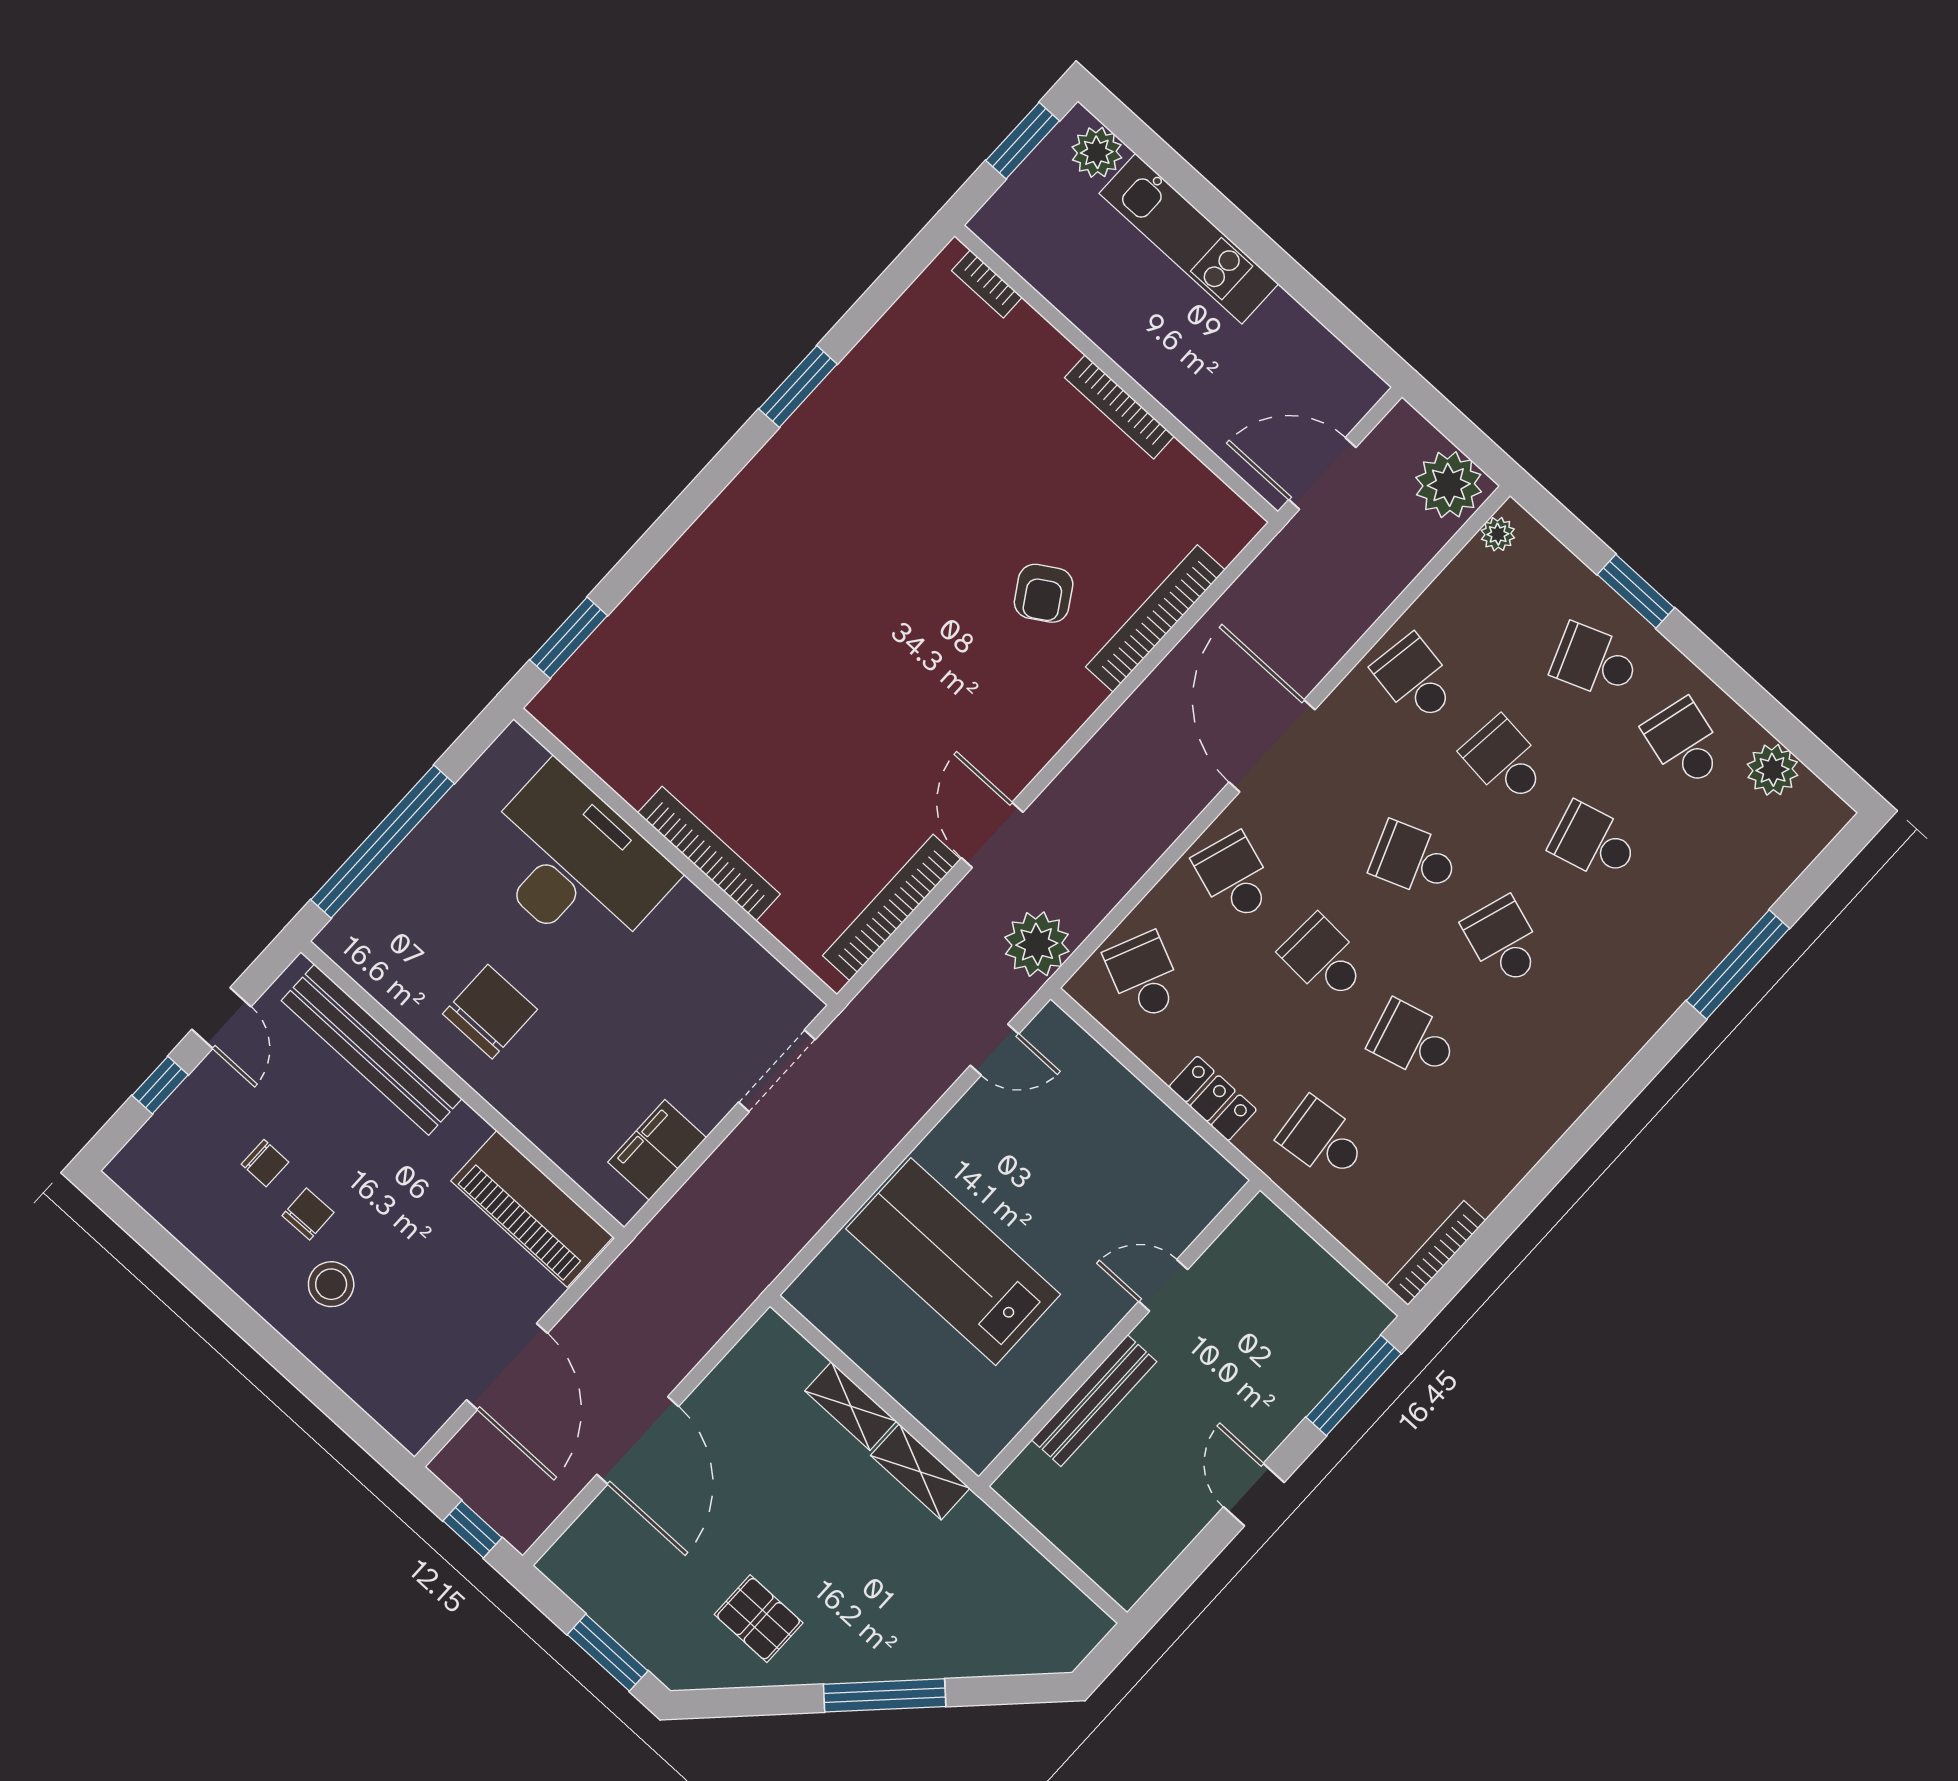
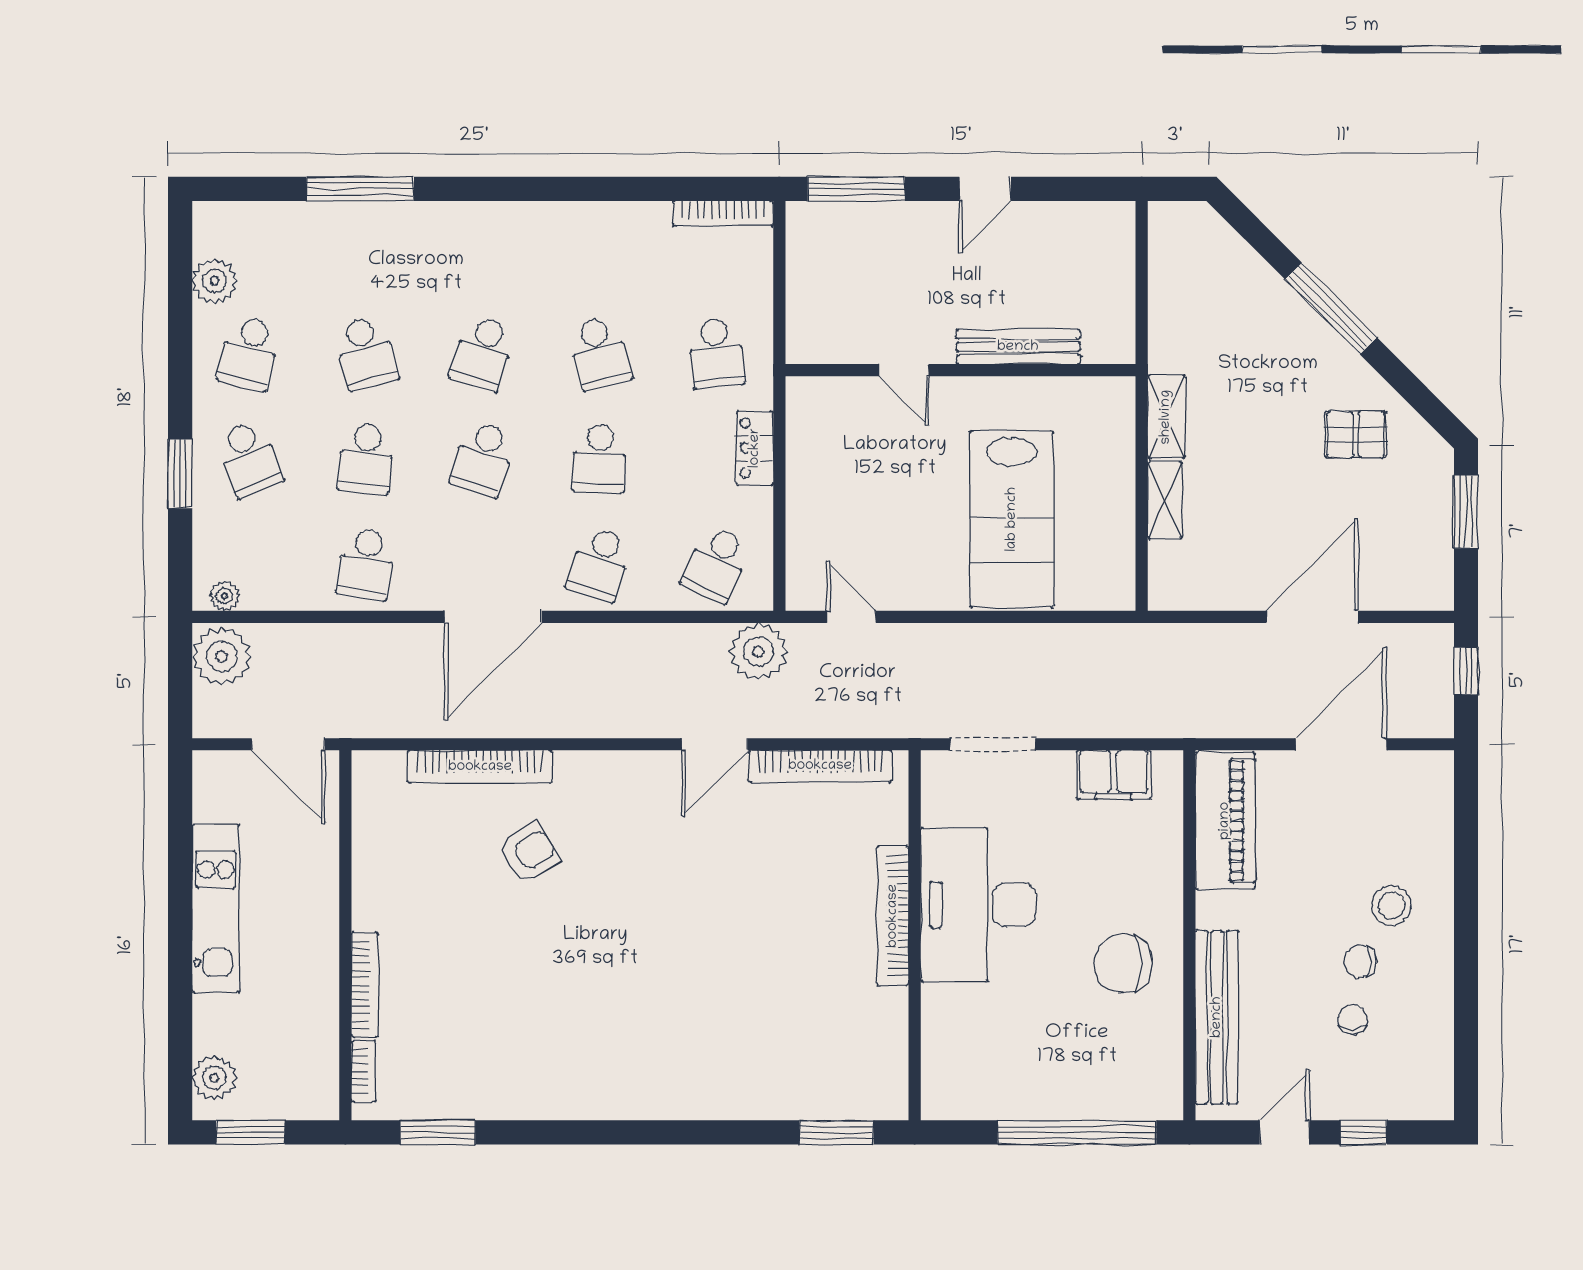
kitchen unit: (1189, 239) -> (216, 908), moved
window: (798, 387) -> (438, 1132), moved
bookcase: (1119, 407) -> (365, 985), moved
school desk: (1414, 860) -> (483, 459), turned 39
desk: (574, 864) -> (979, 905), moved
pallet: (759, 1619) -> (1356, 435), turned 90

